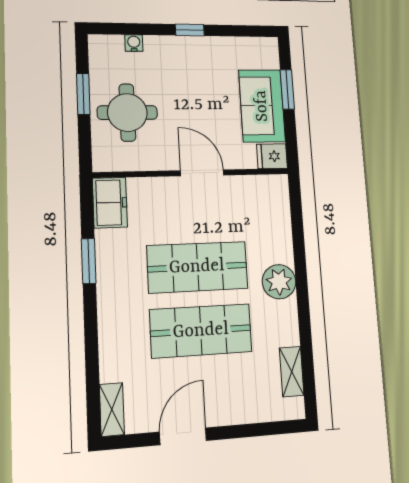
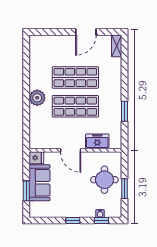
window: (131, 29) -> (101, 221), added
freezer: (110, 203) -> (97, 141), moved, turned 90
shelving: (292, 372) -> (34, 56), removed

